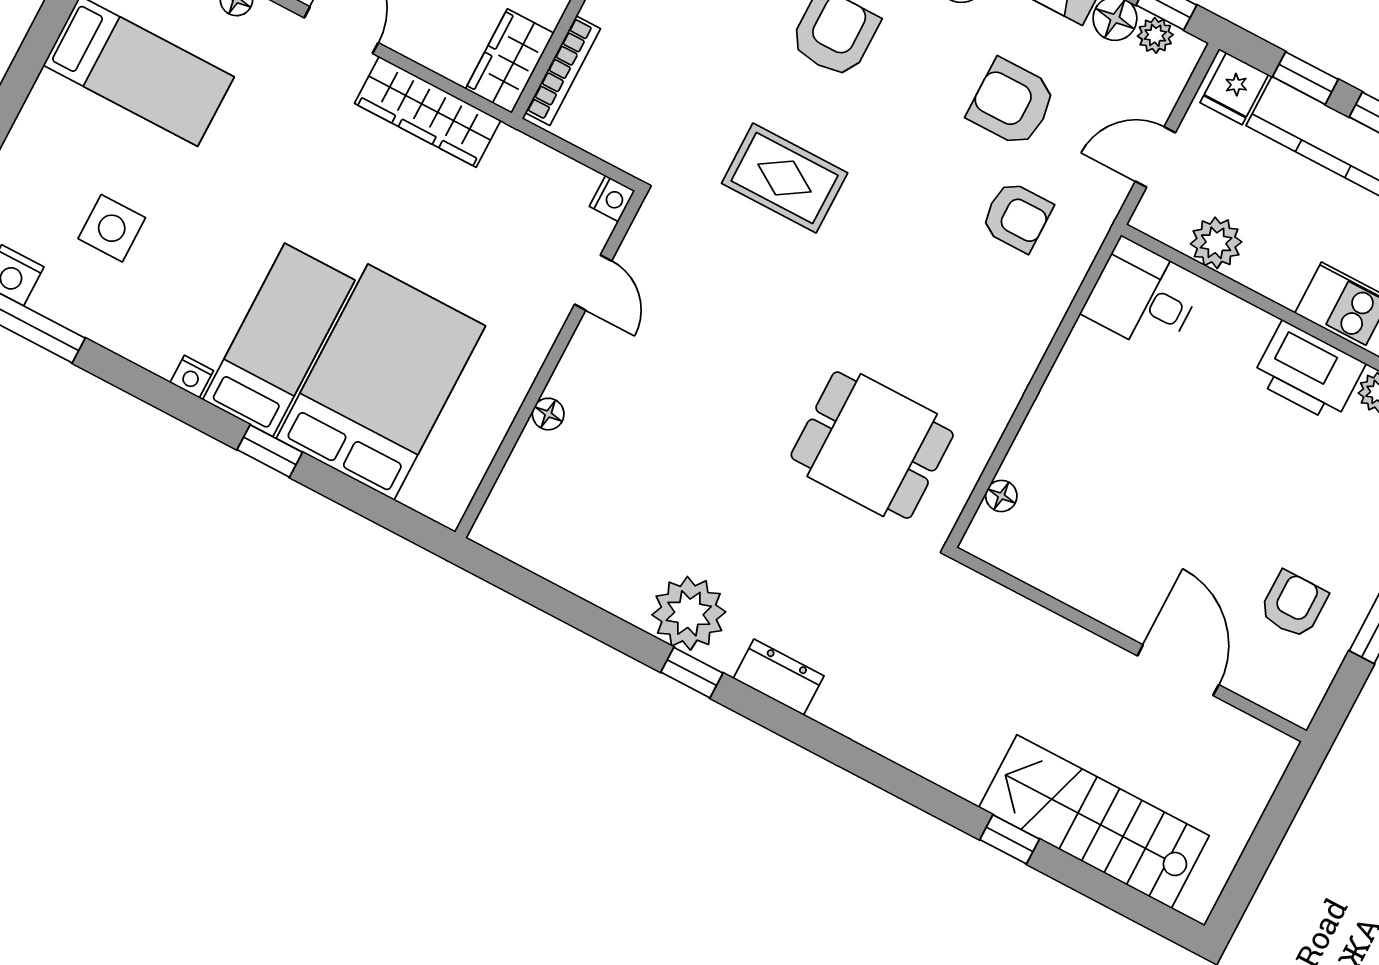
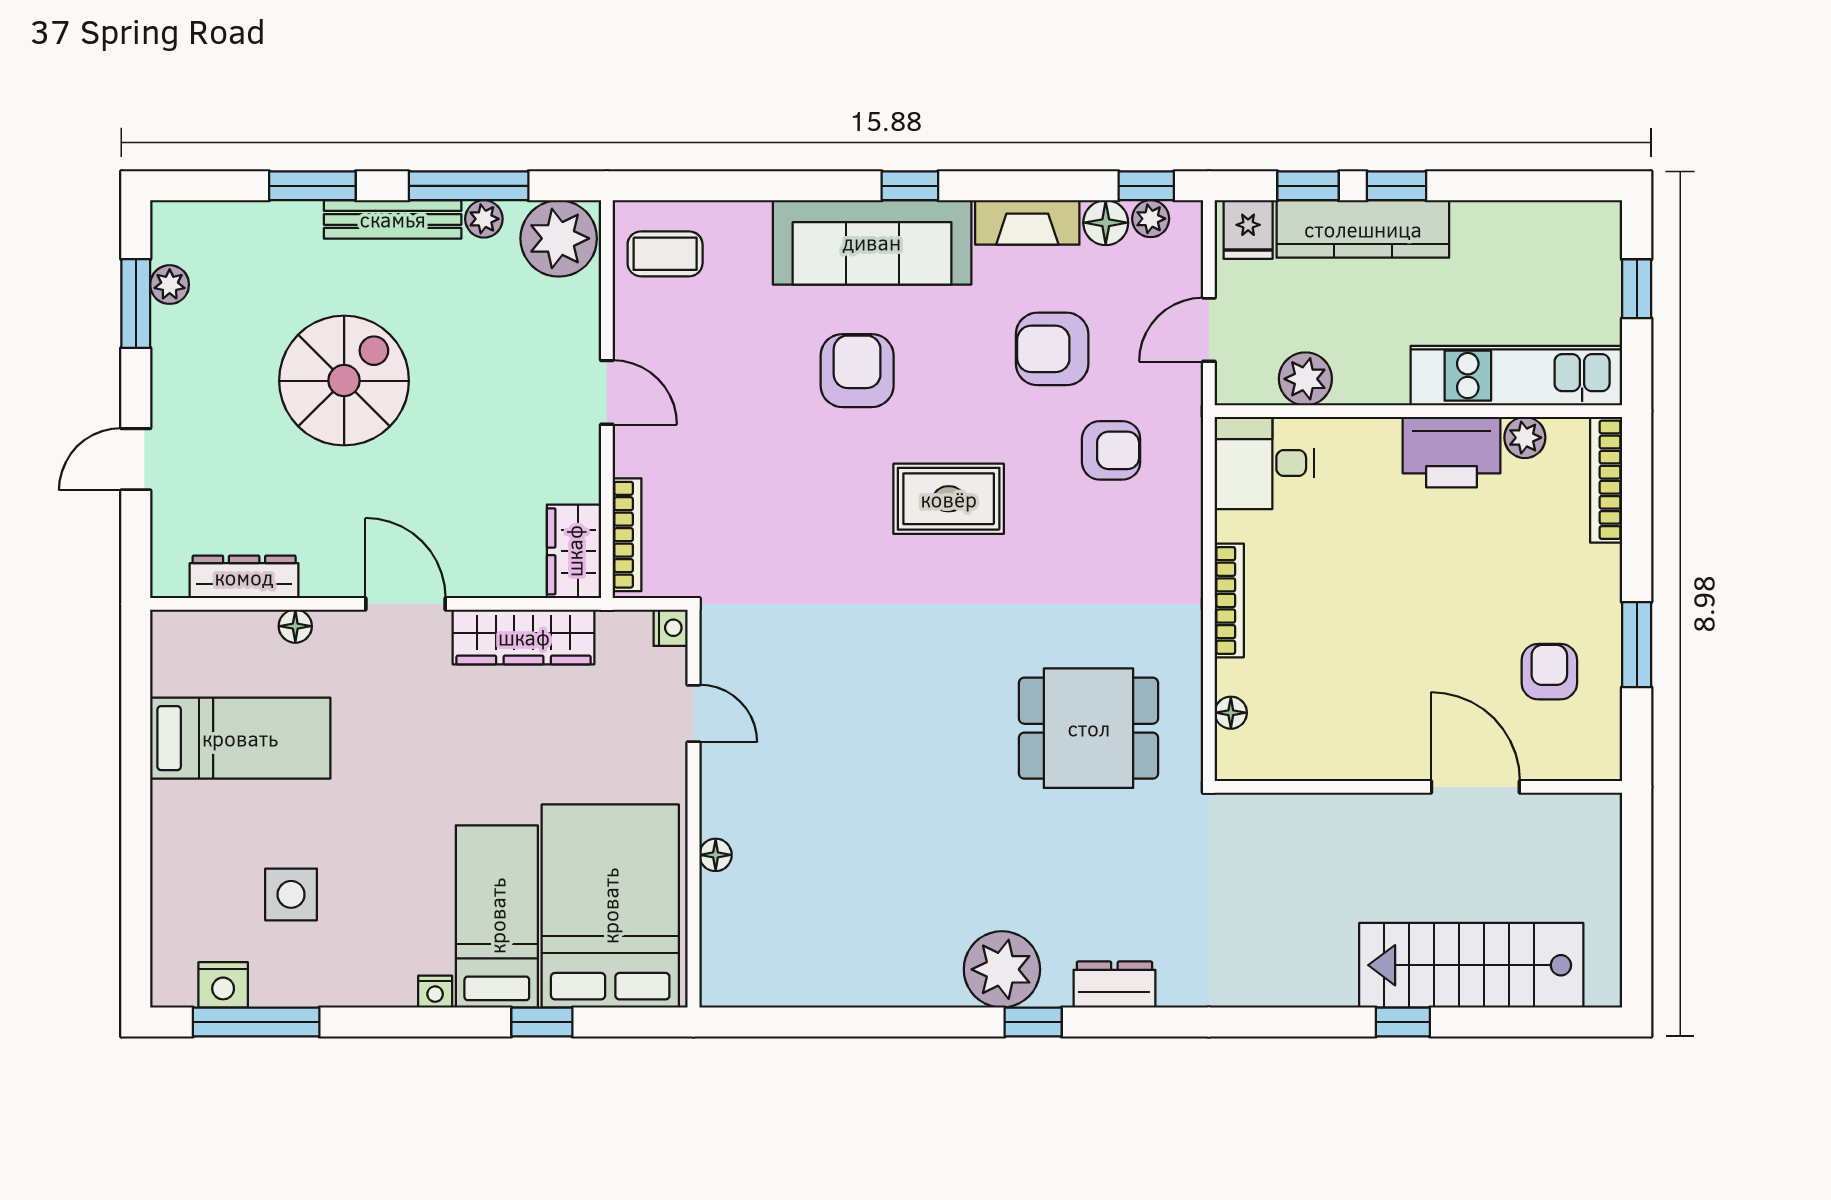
rug: (785, 178) -> (949, 499), moved
nightstand: (612, 199) -> (671, 628), moved
door: (593, 283) -> (694, 714), moved
wall: (550, 364) -> (694, 809), moved
bookcase: (1051, 399) -> (1229, 600), added
floor lamp: (548, 414) -> (716, 855), moved

